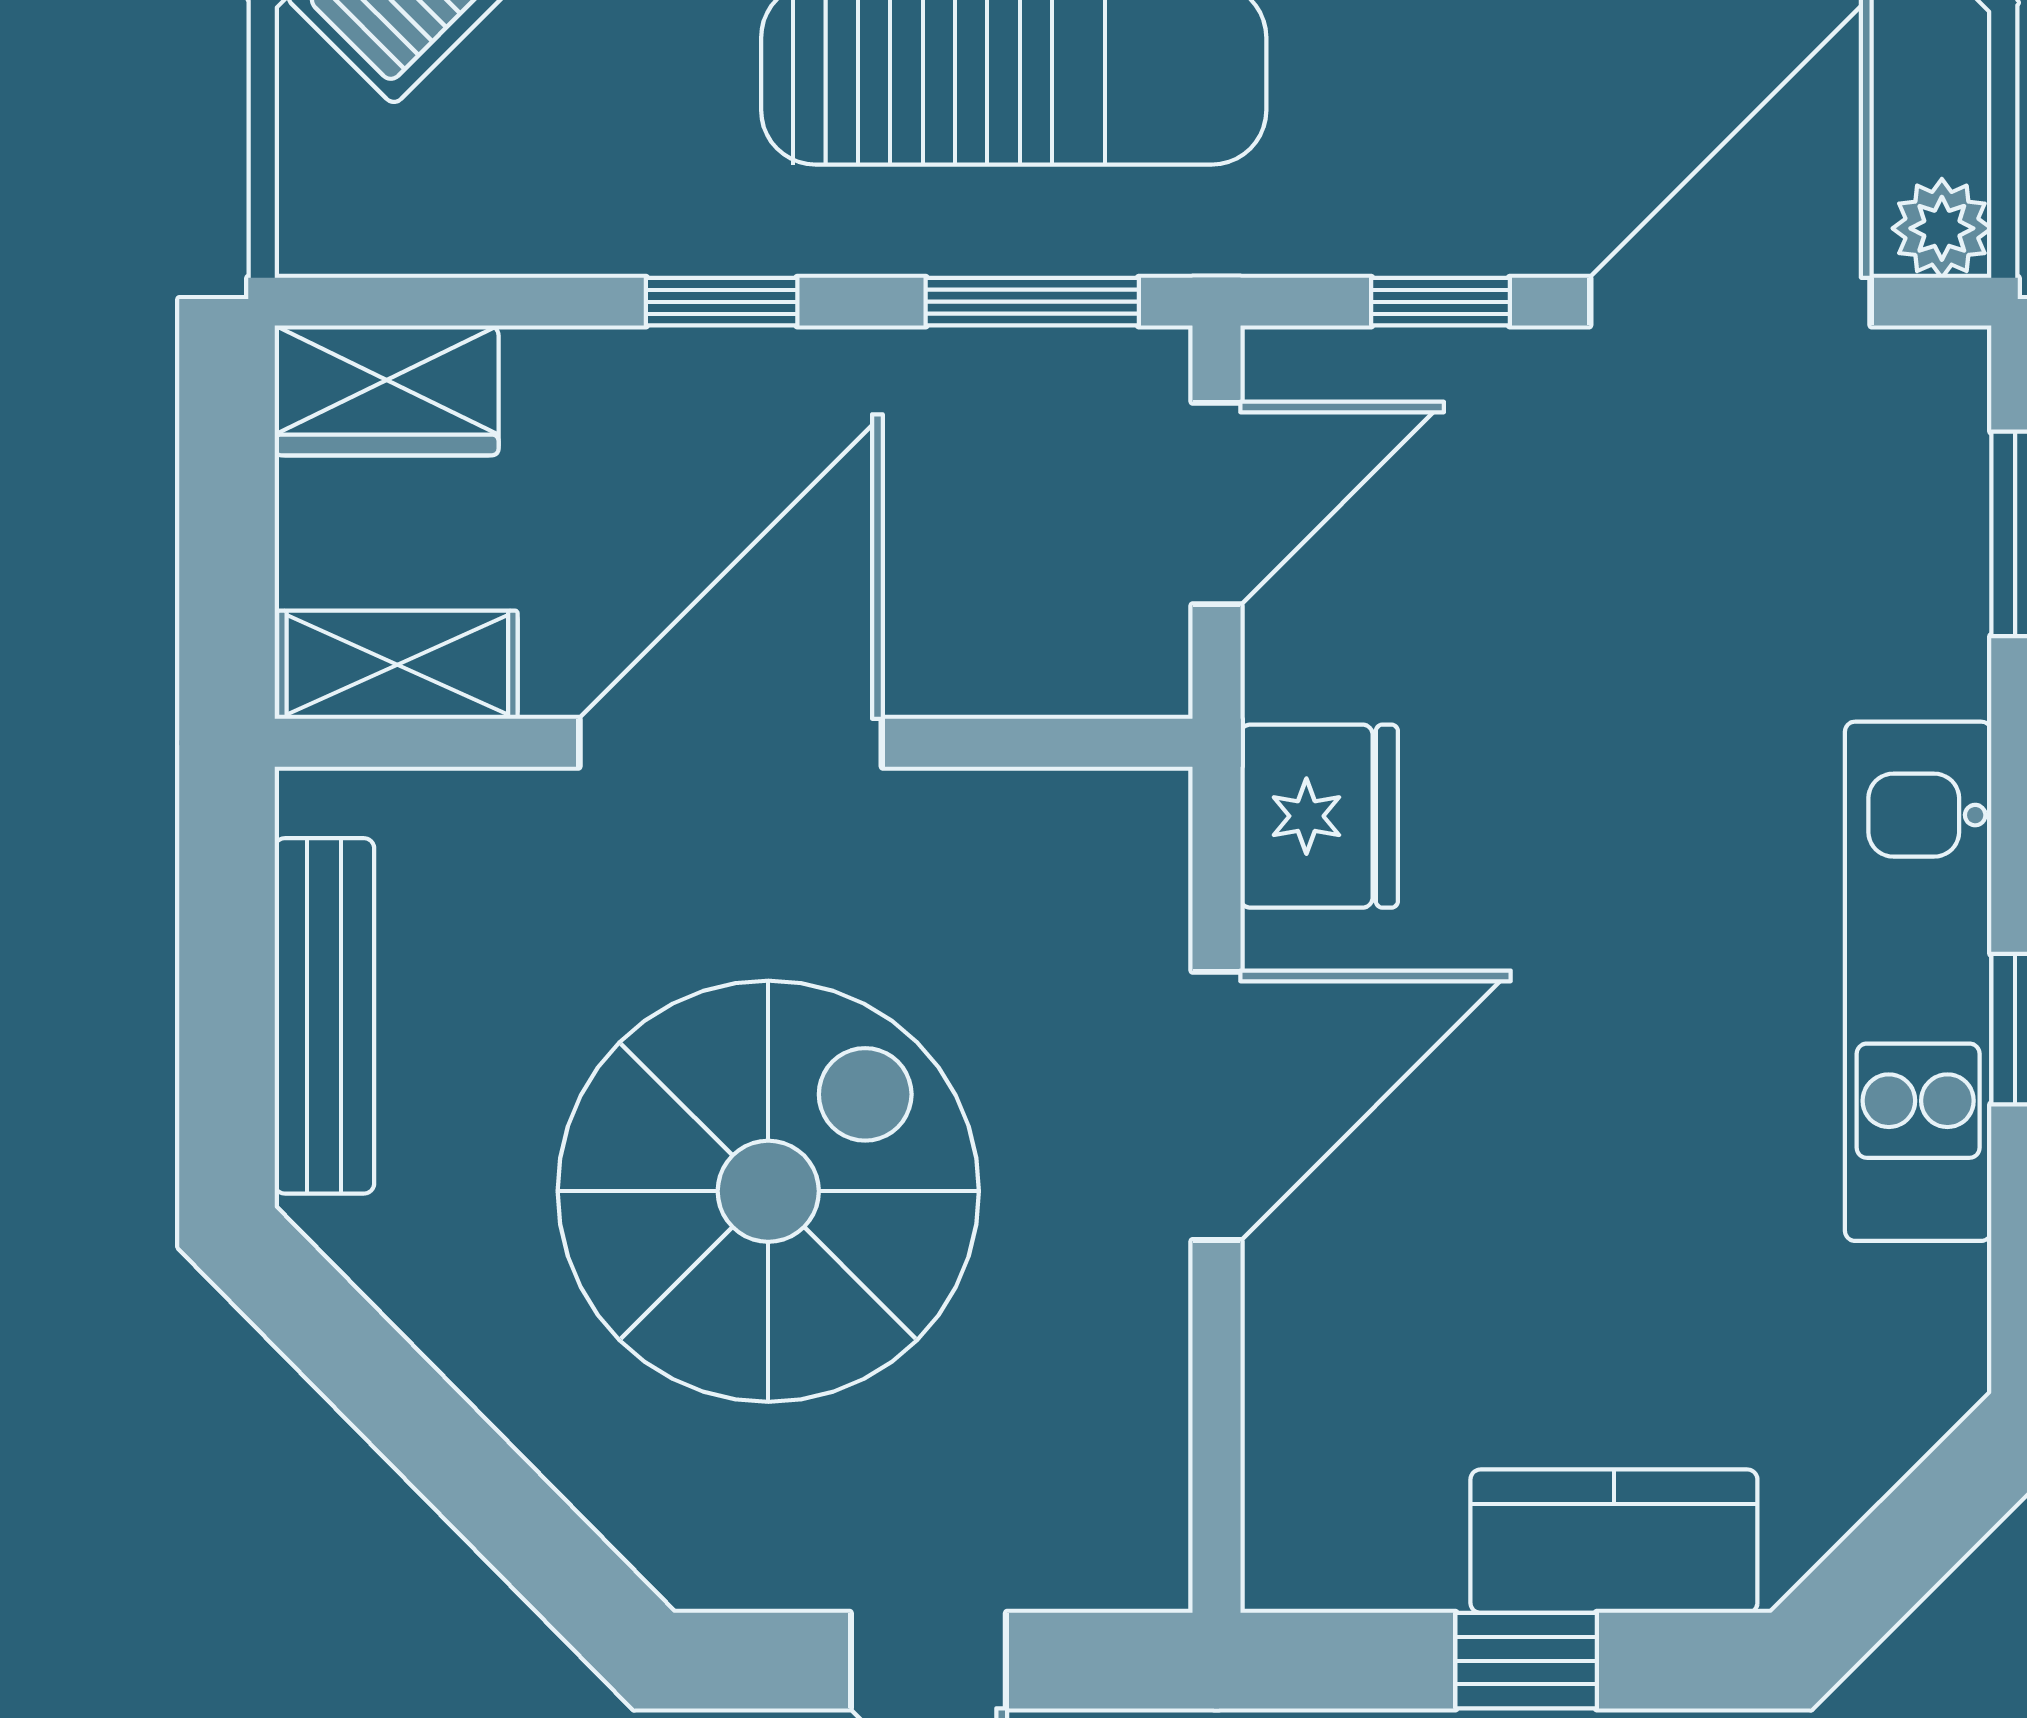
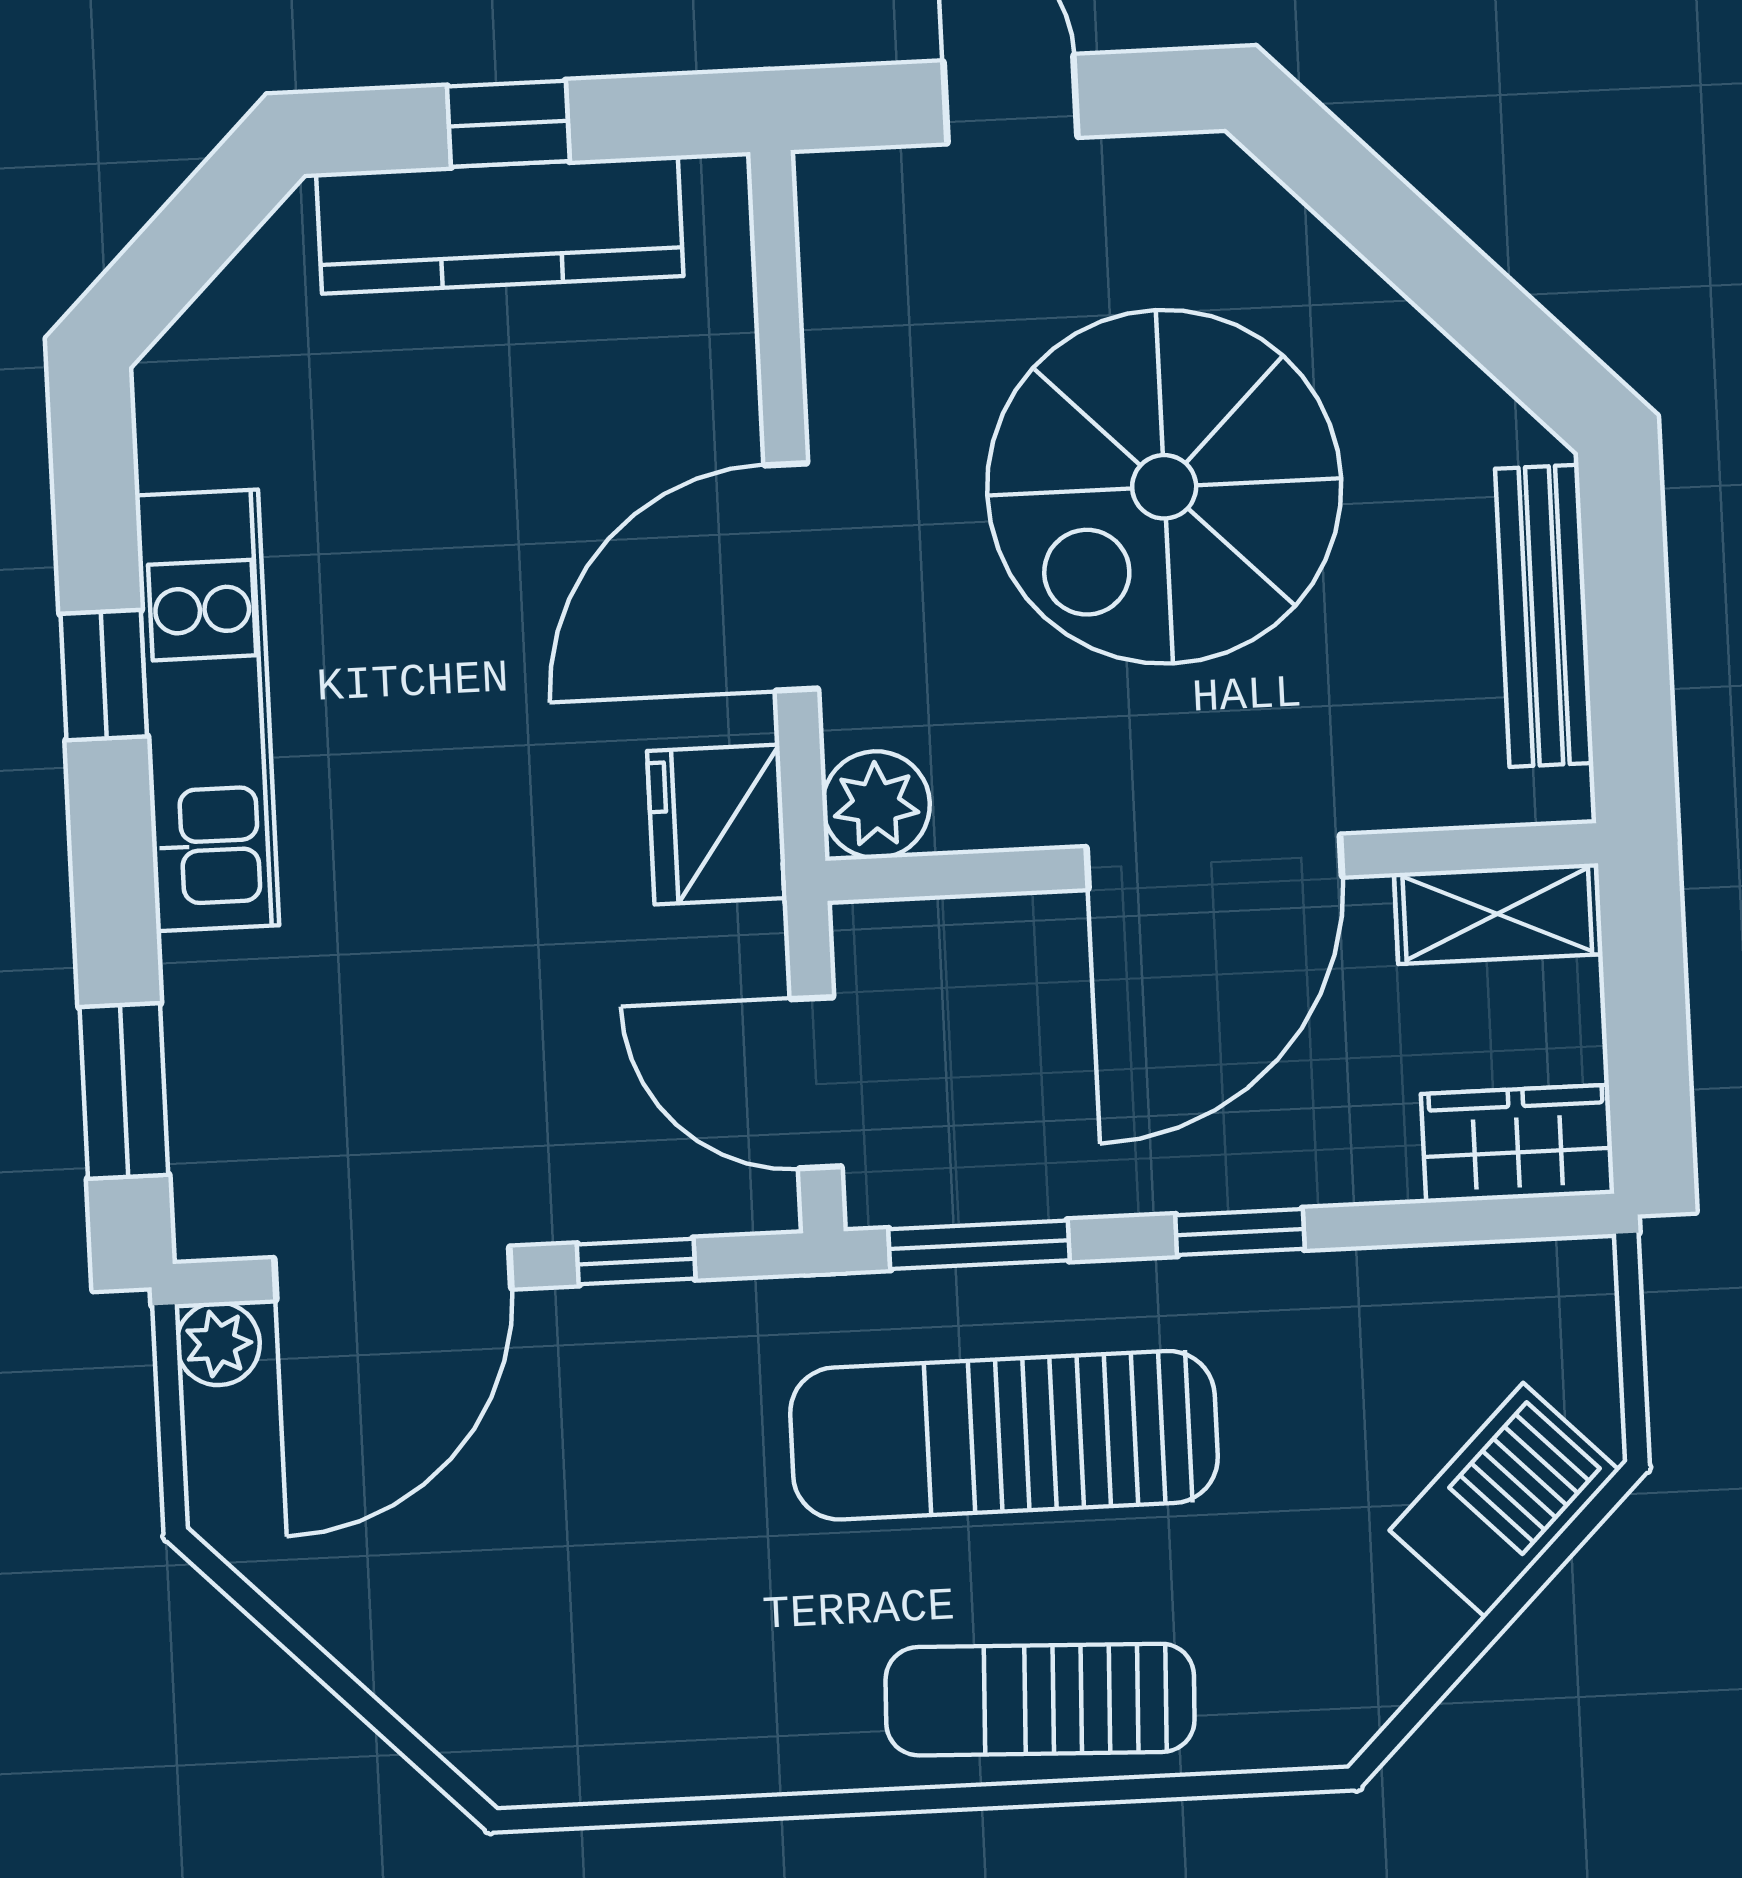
door: (1216, 503) -> (816, 1083), hinge flipped
plant: (1129, 830) -> (876, 805), added
kitchen counter: (1614, 1541) -> (500, 225), width x1.50

